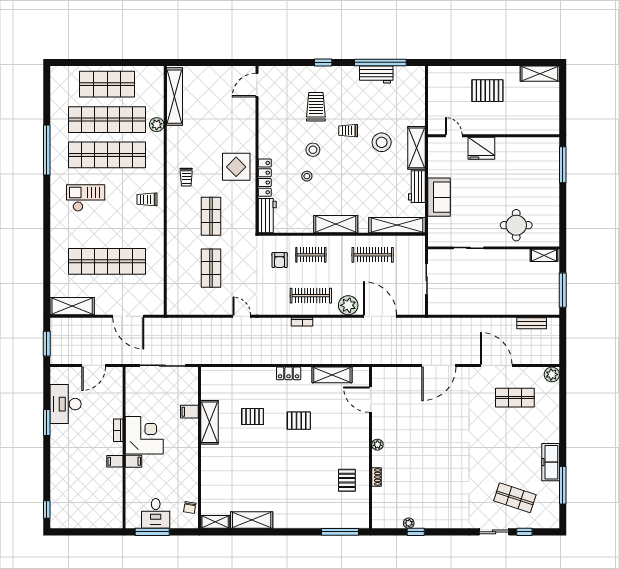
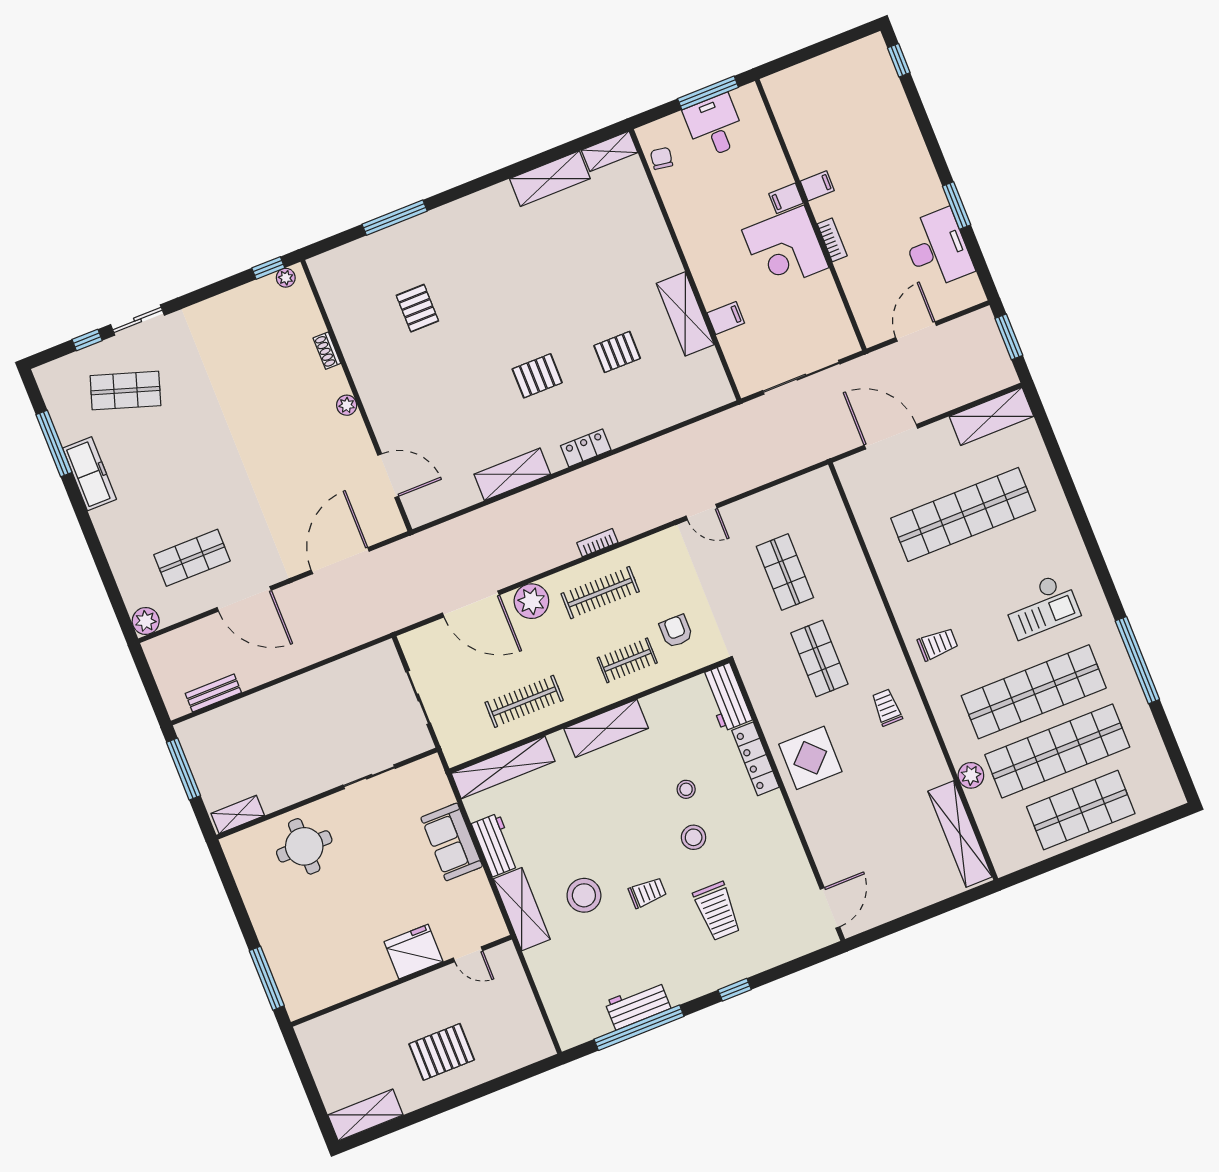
door: (370, 400) -> (388, 476), moved
plant: (377, 445) -> (347, 405), moved
wall: (370, 448) -> (356, 396), moved
shoe rack: (376, 477) -> (327, 351), moved

